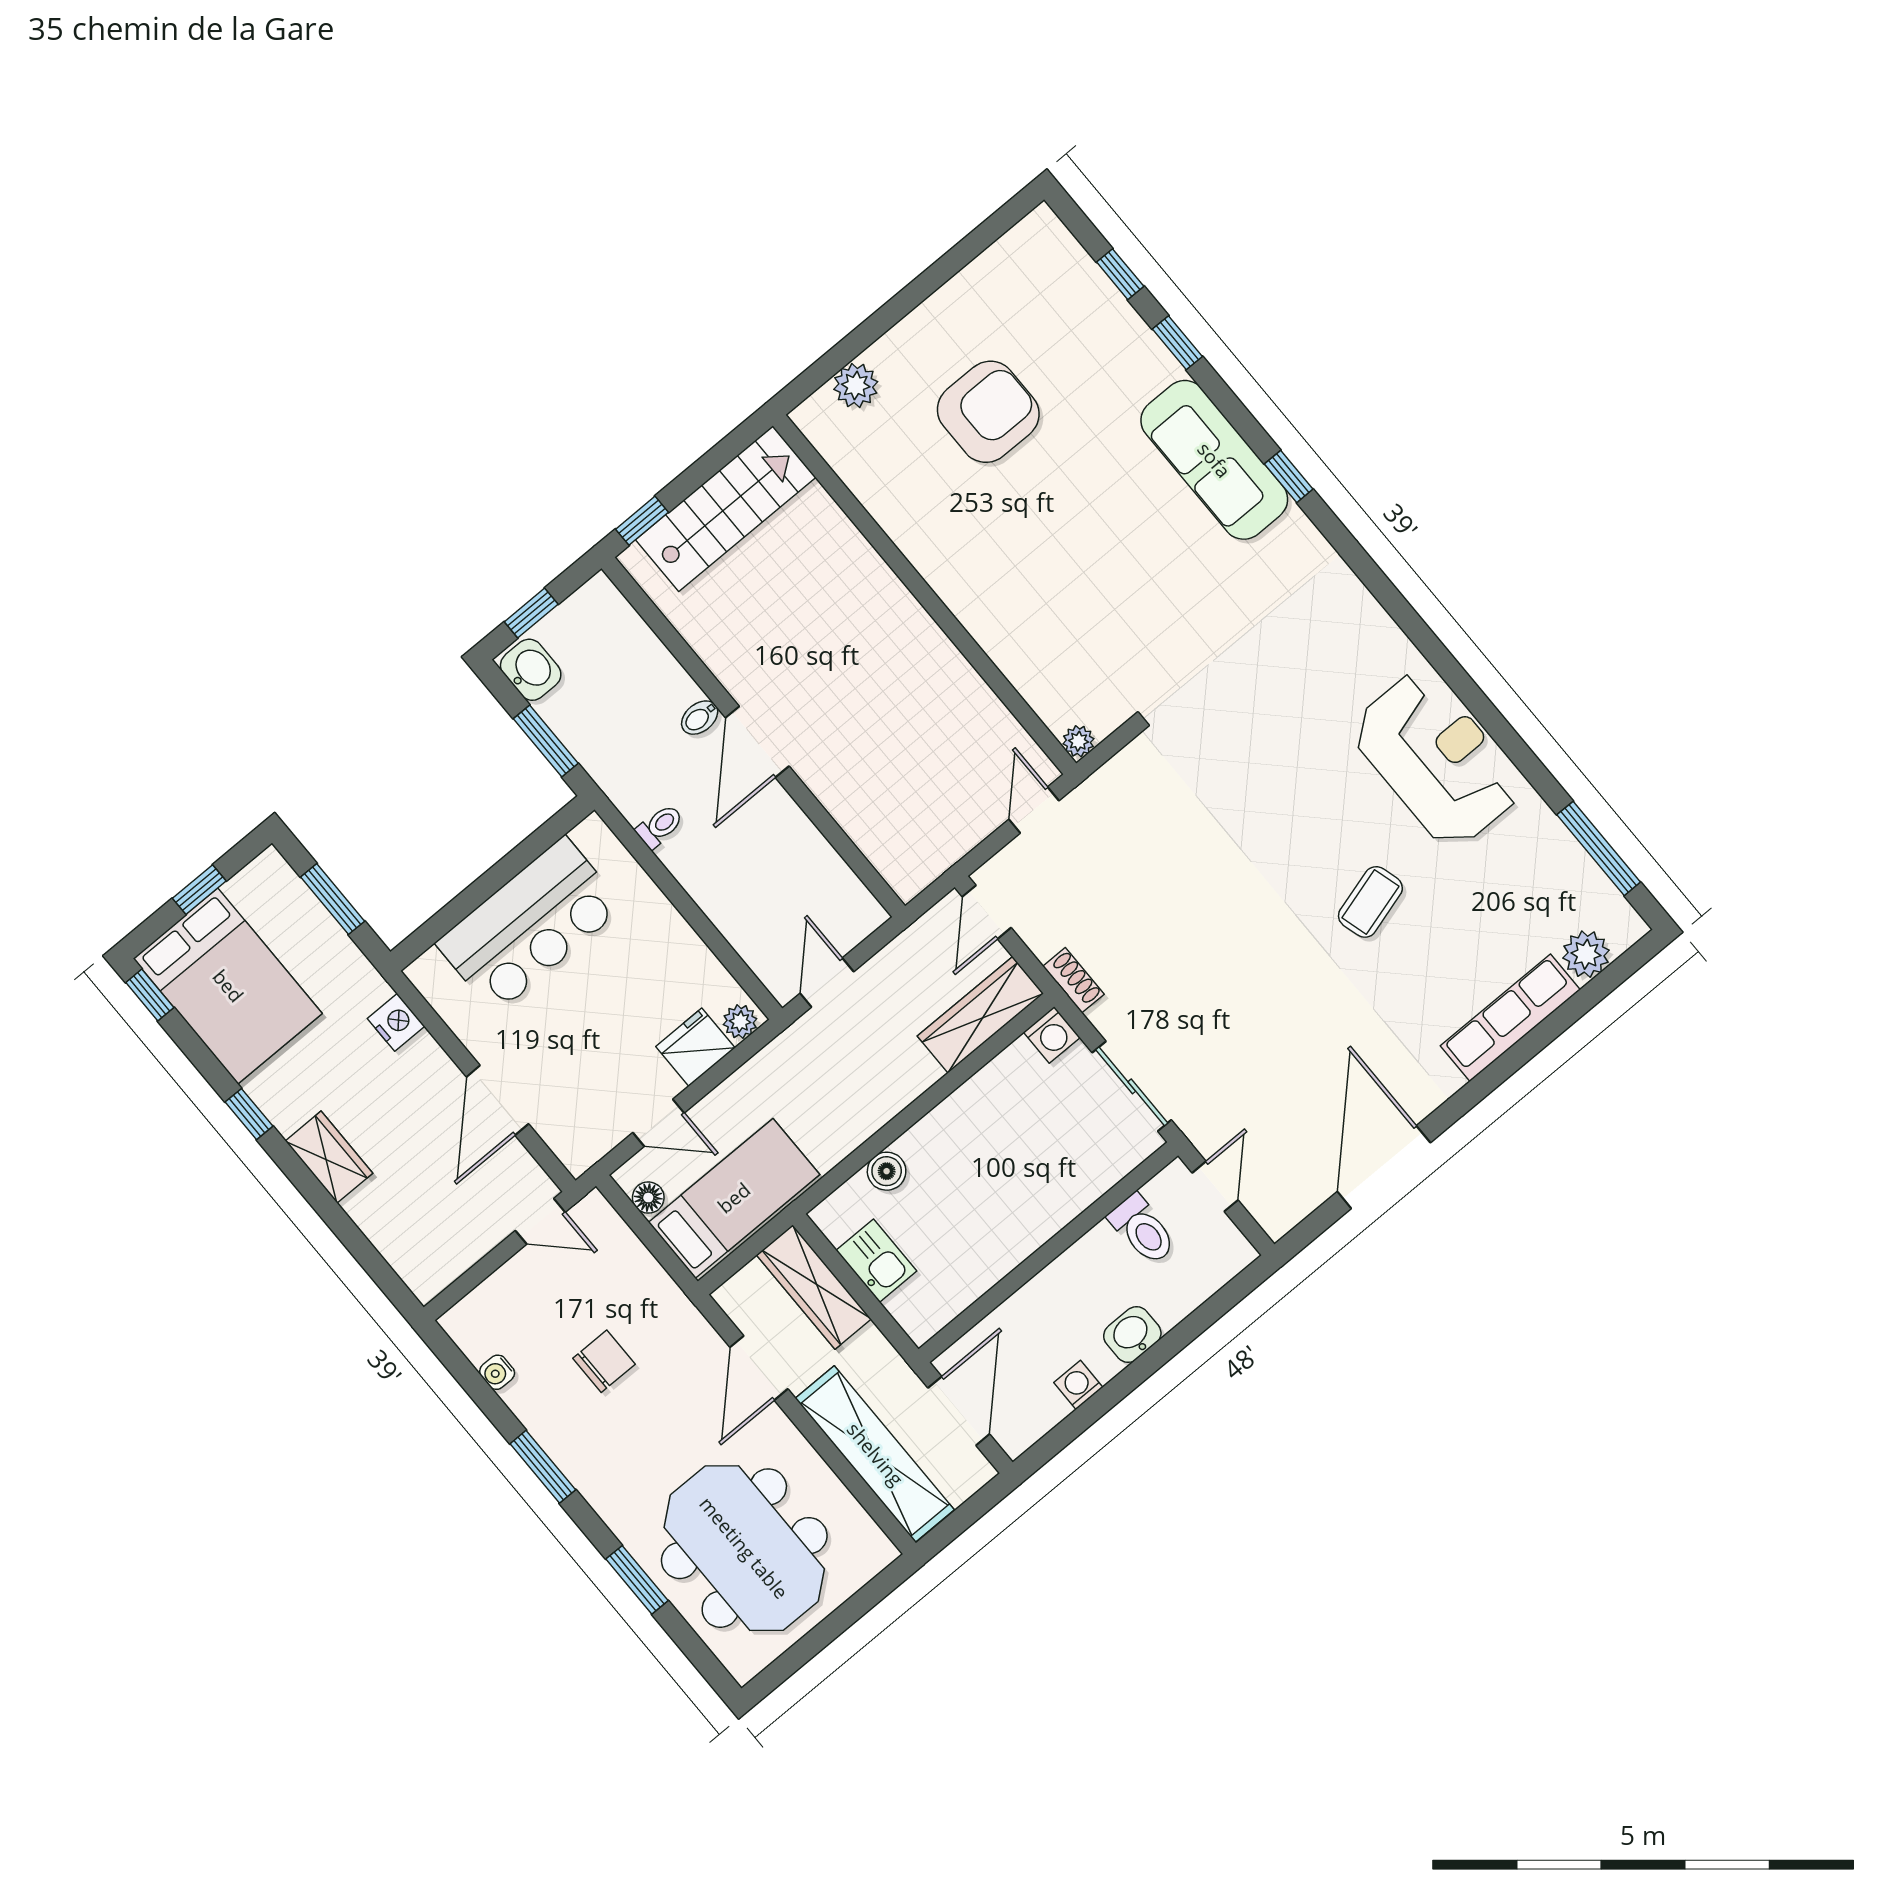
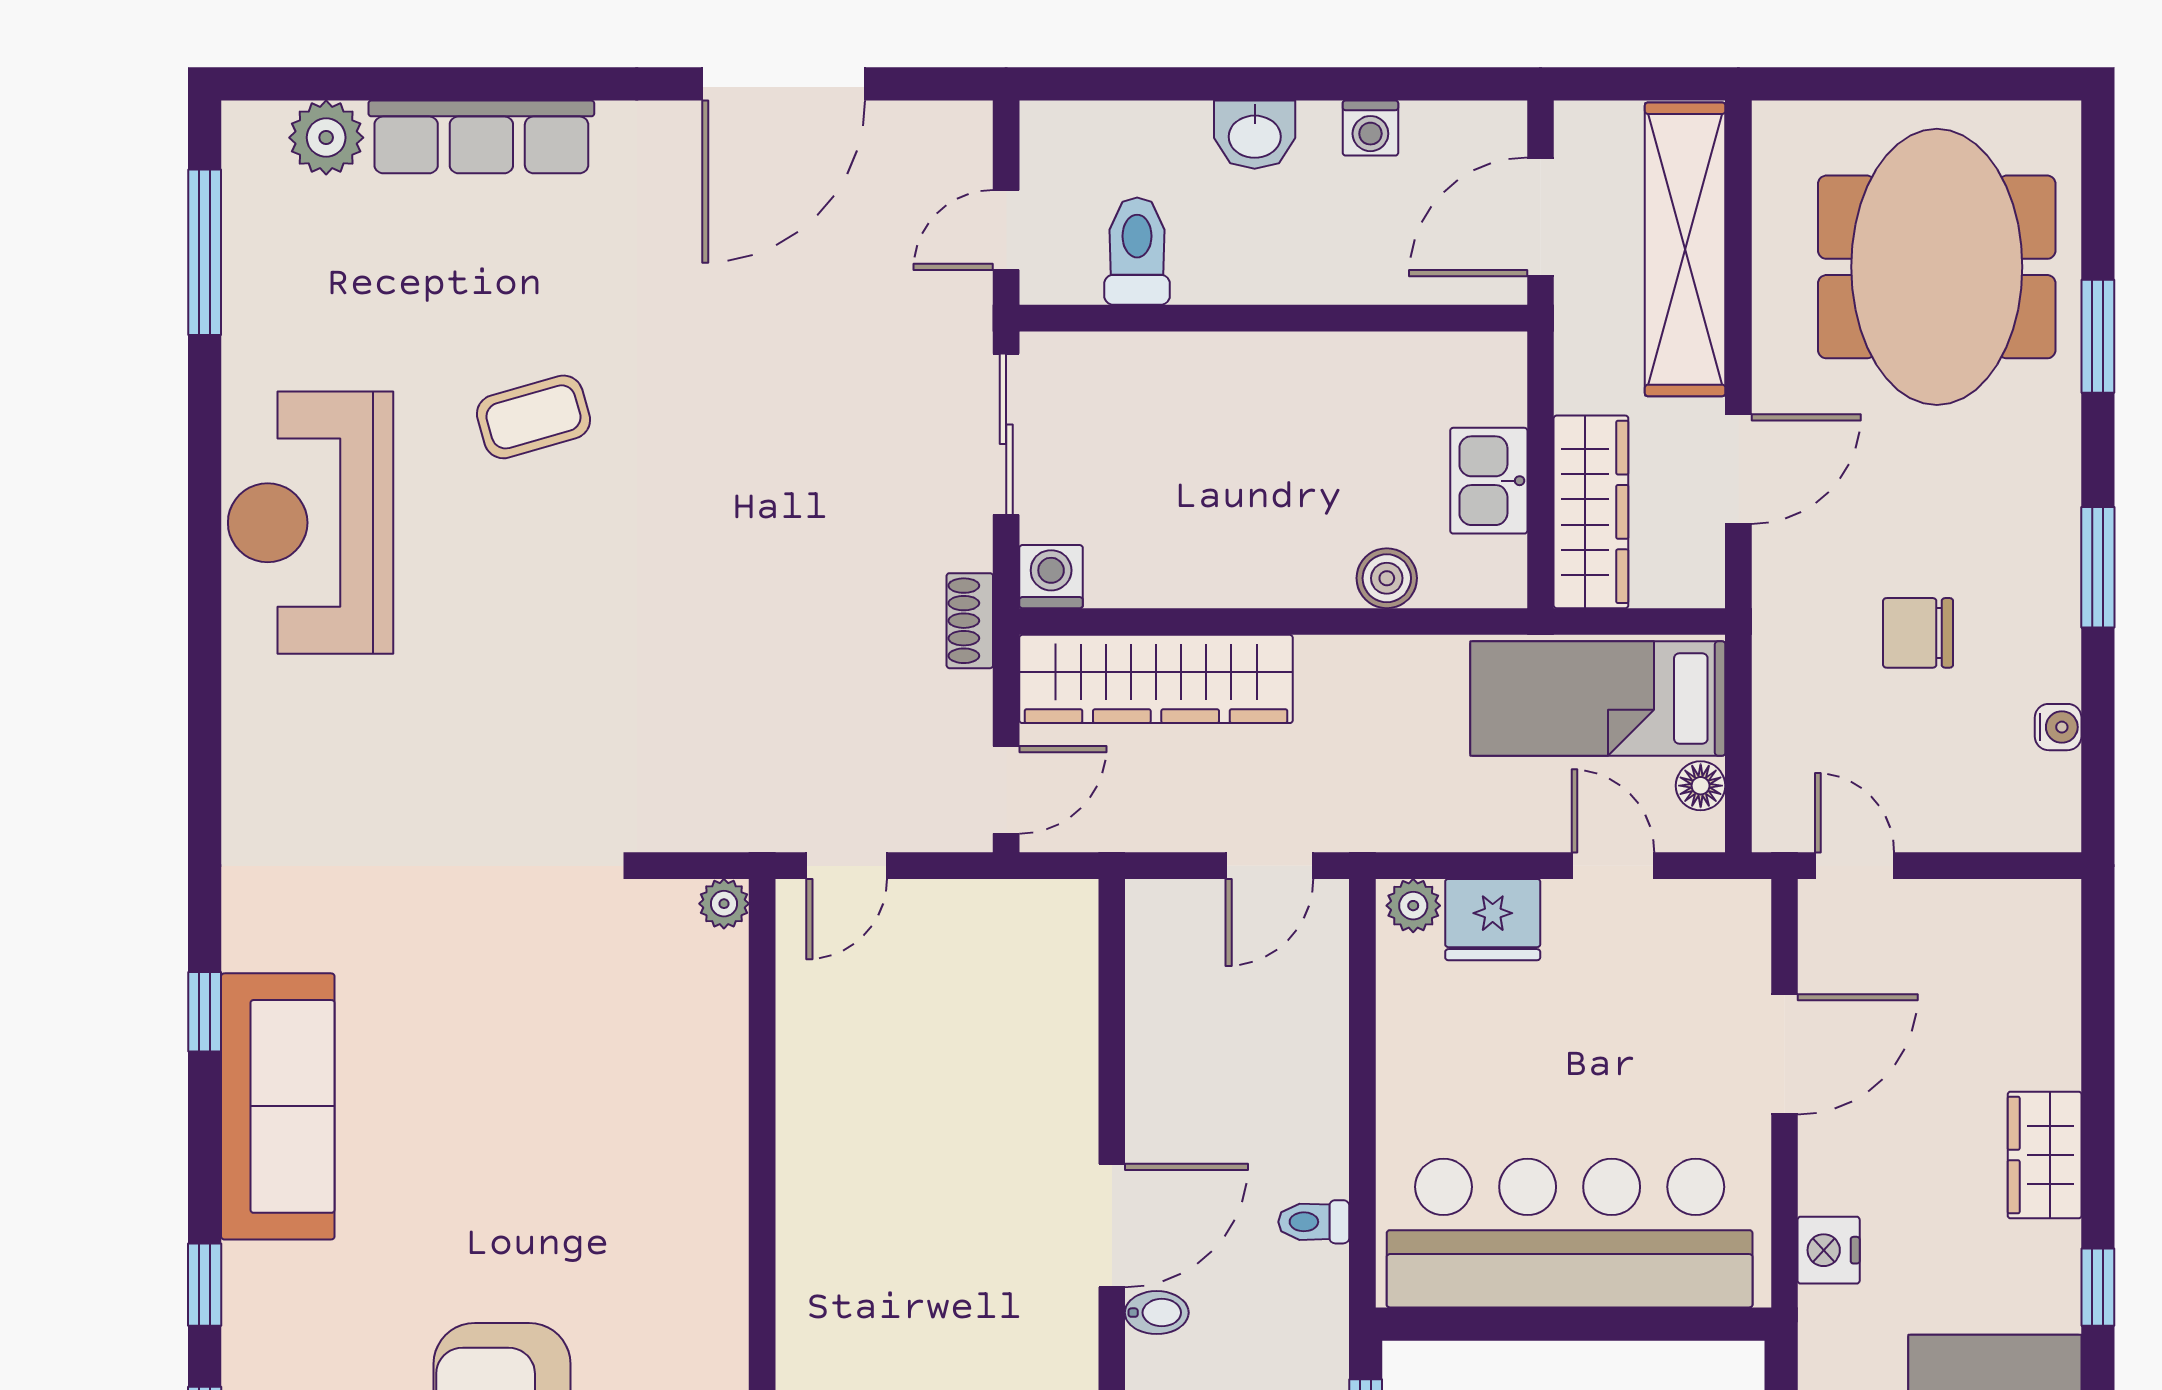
bar counter: (530, 925) -> (1570, 1233), width x1.36
wardrobe: (980, 1015) -> (1156, 679), width x1.40, depth x1.17

